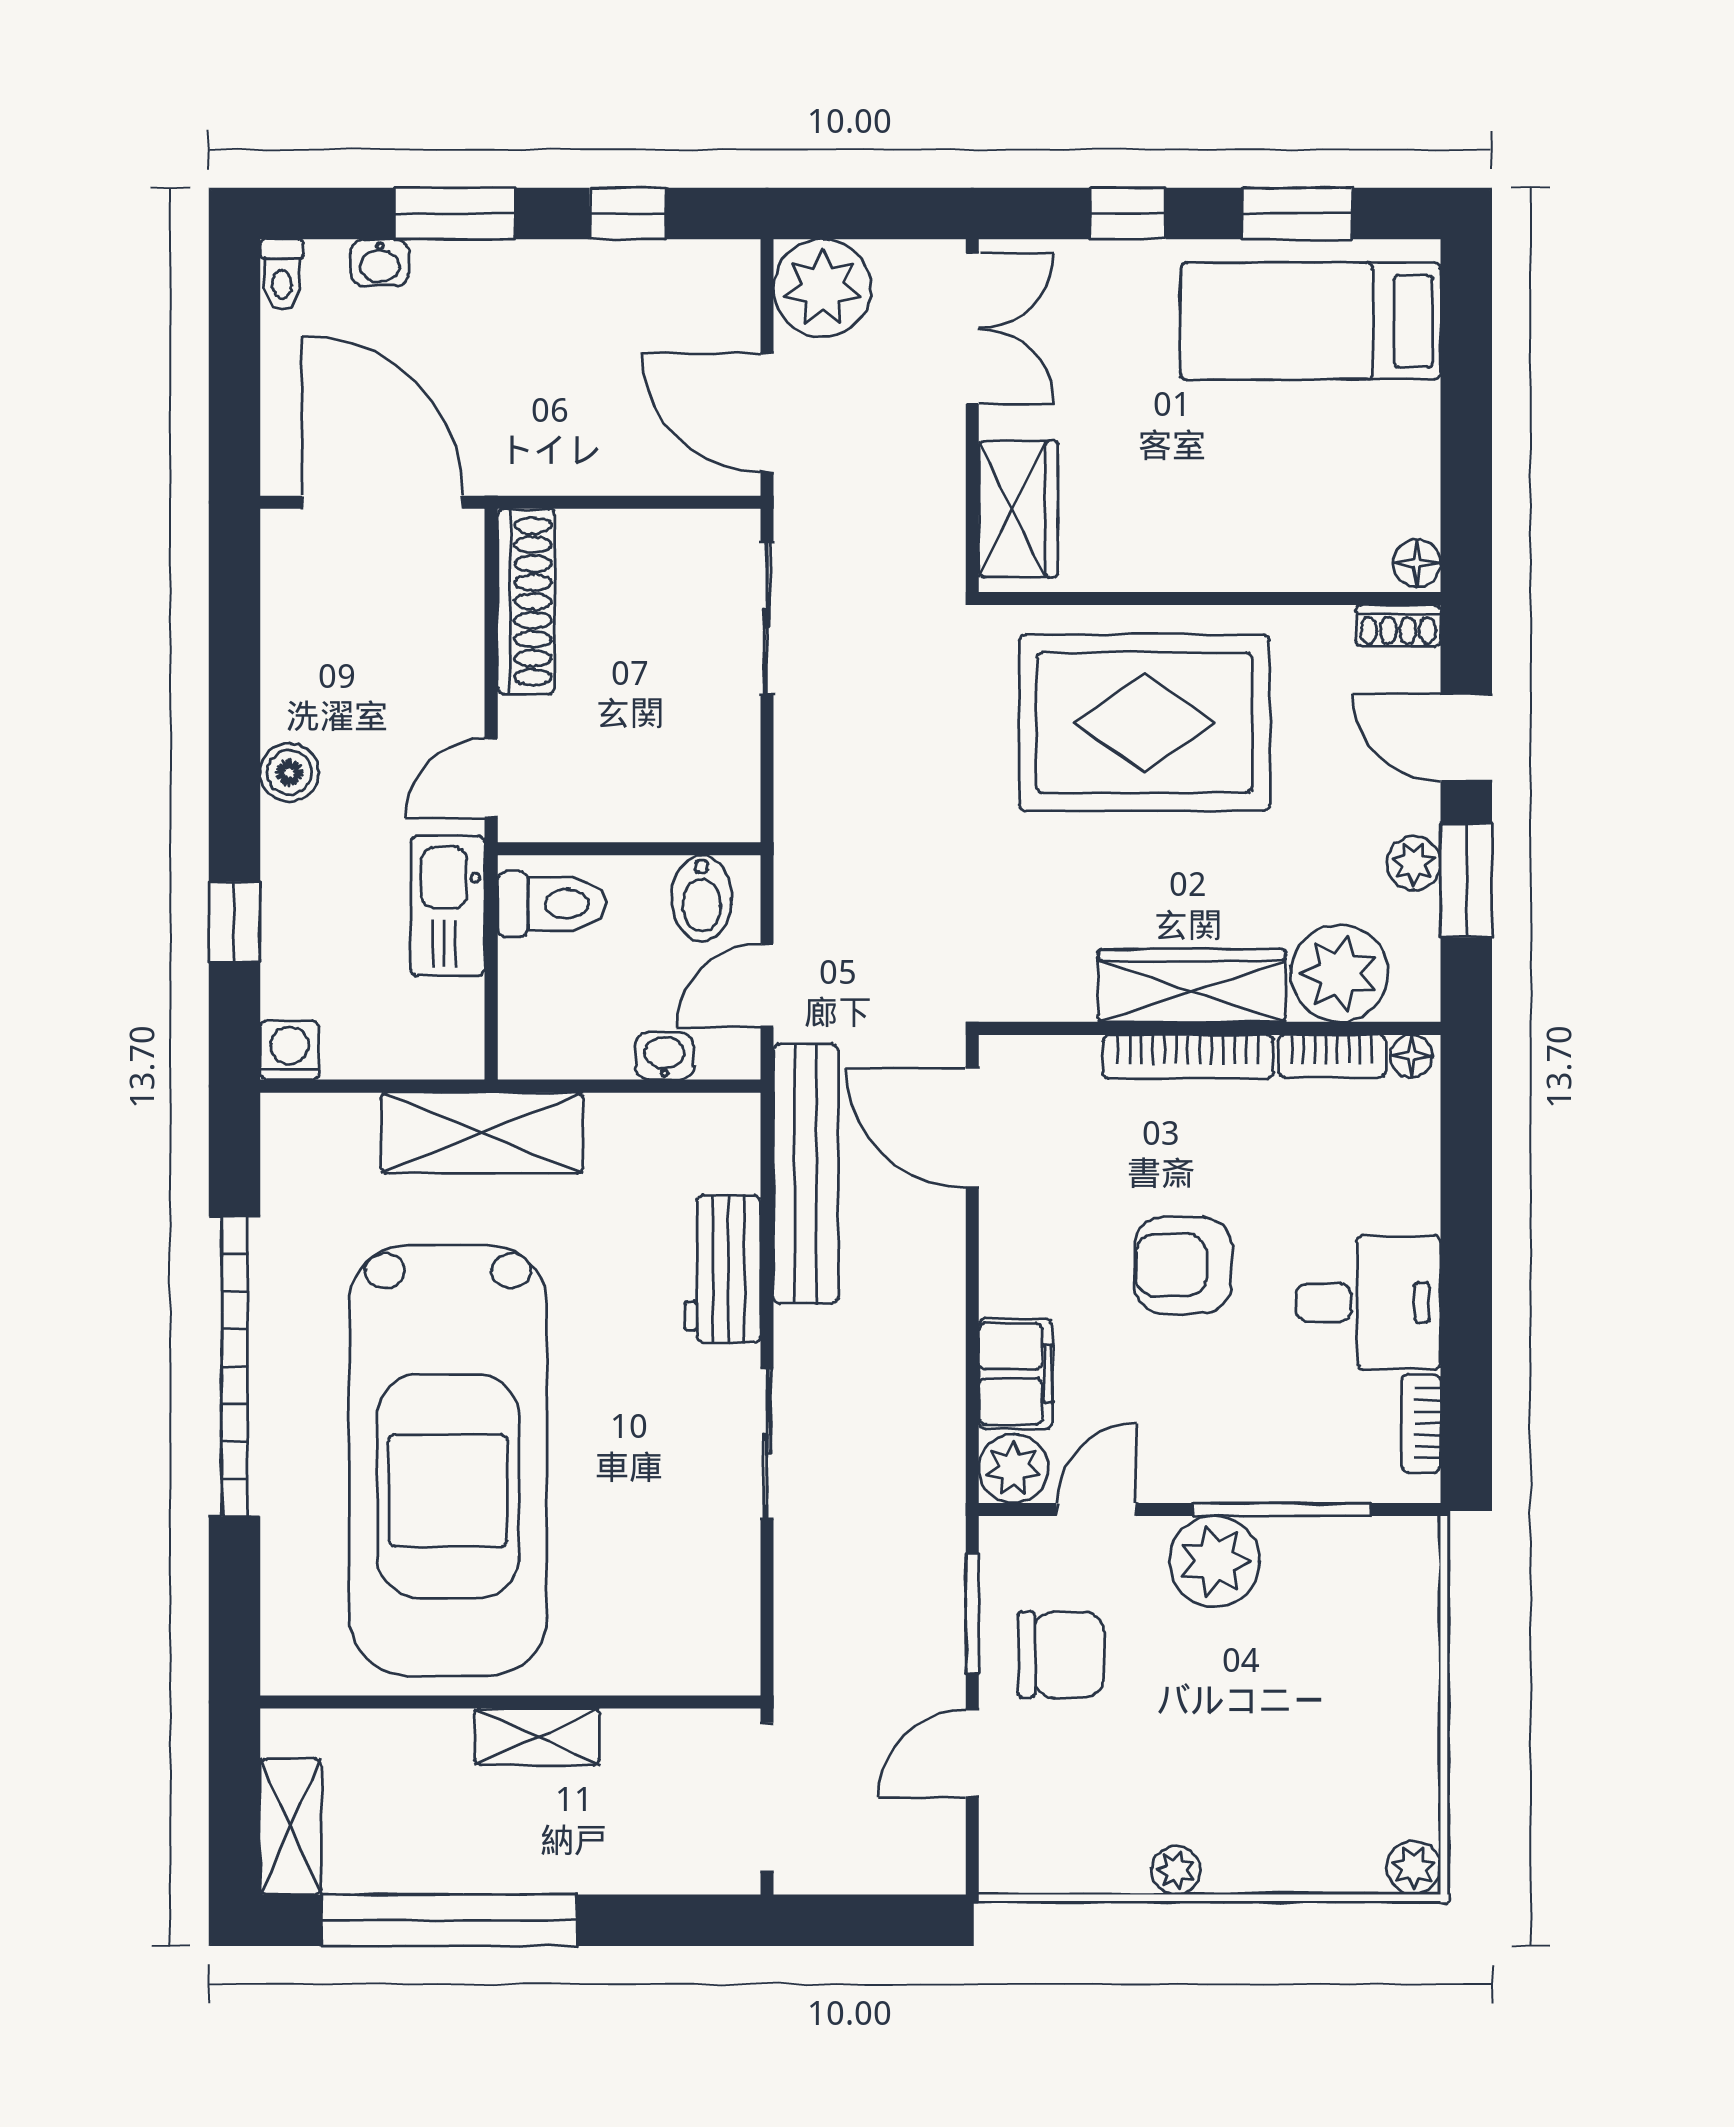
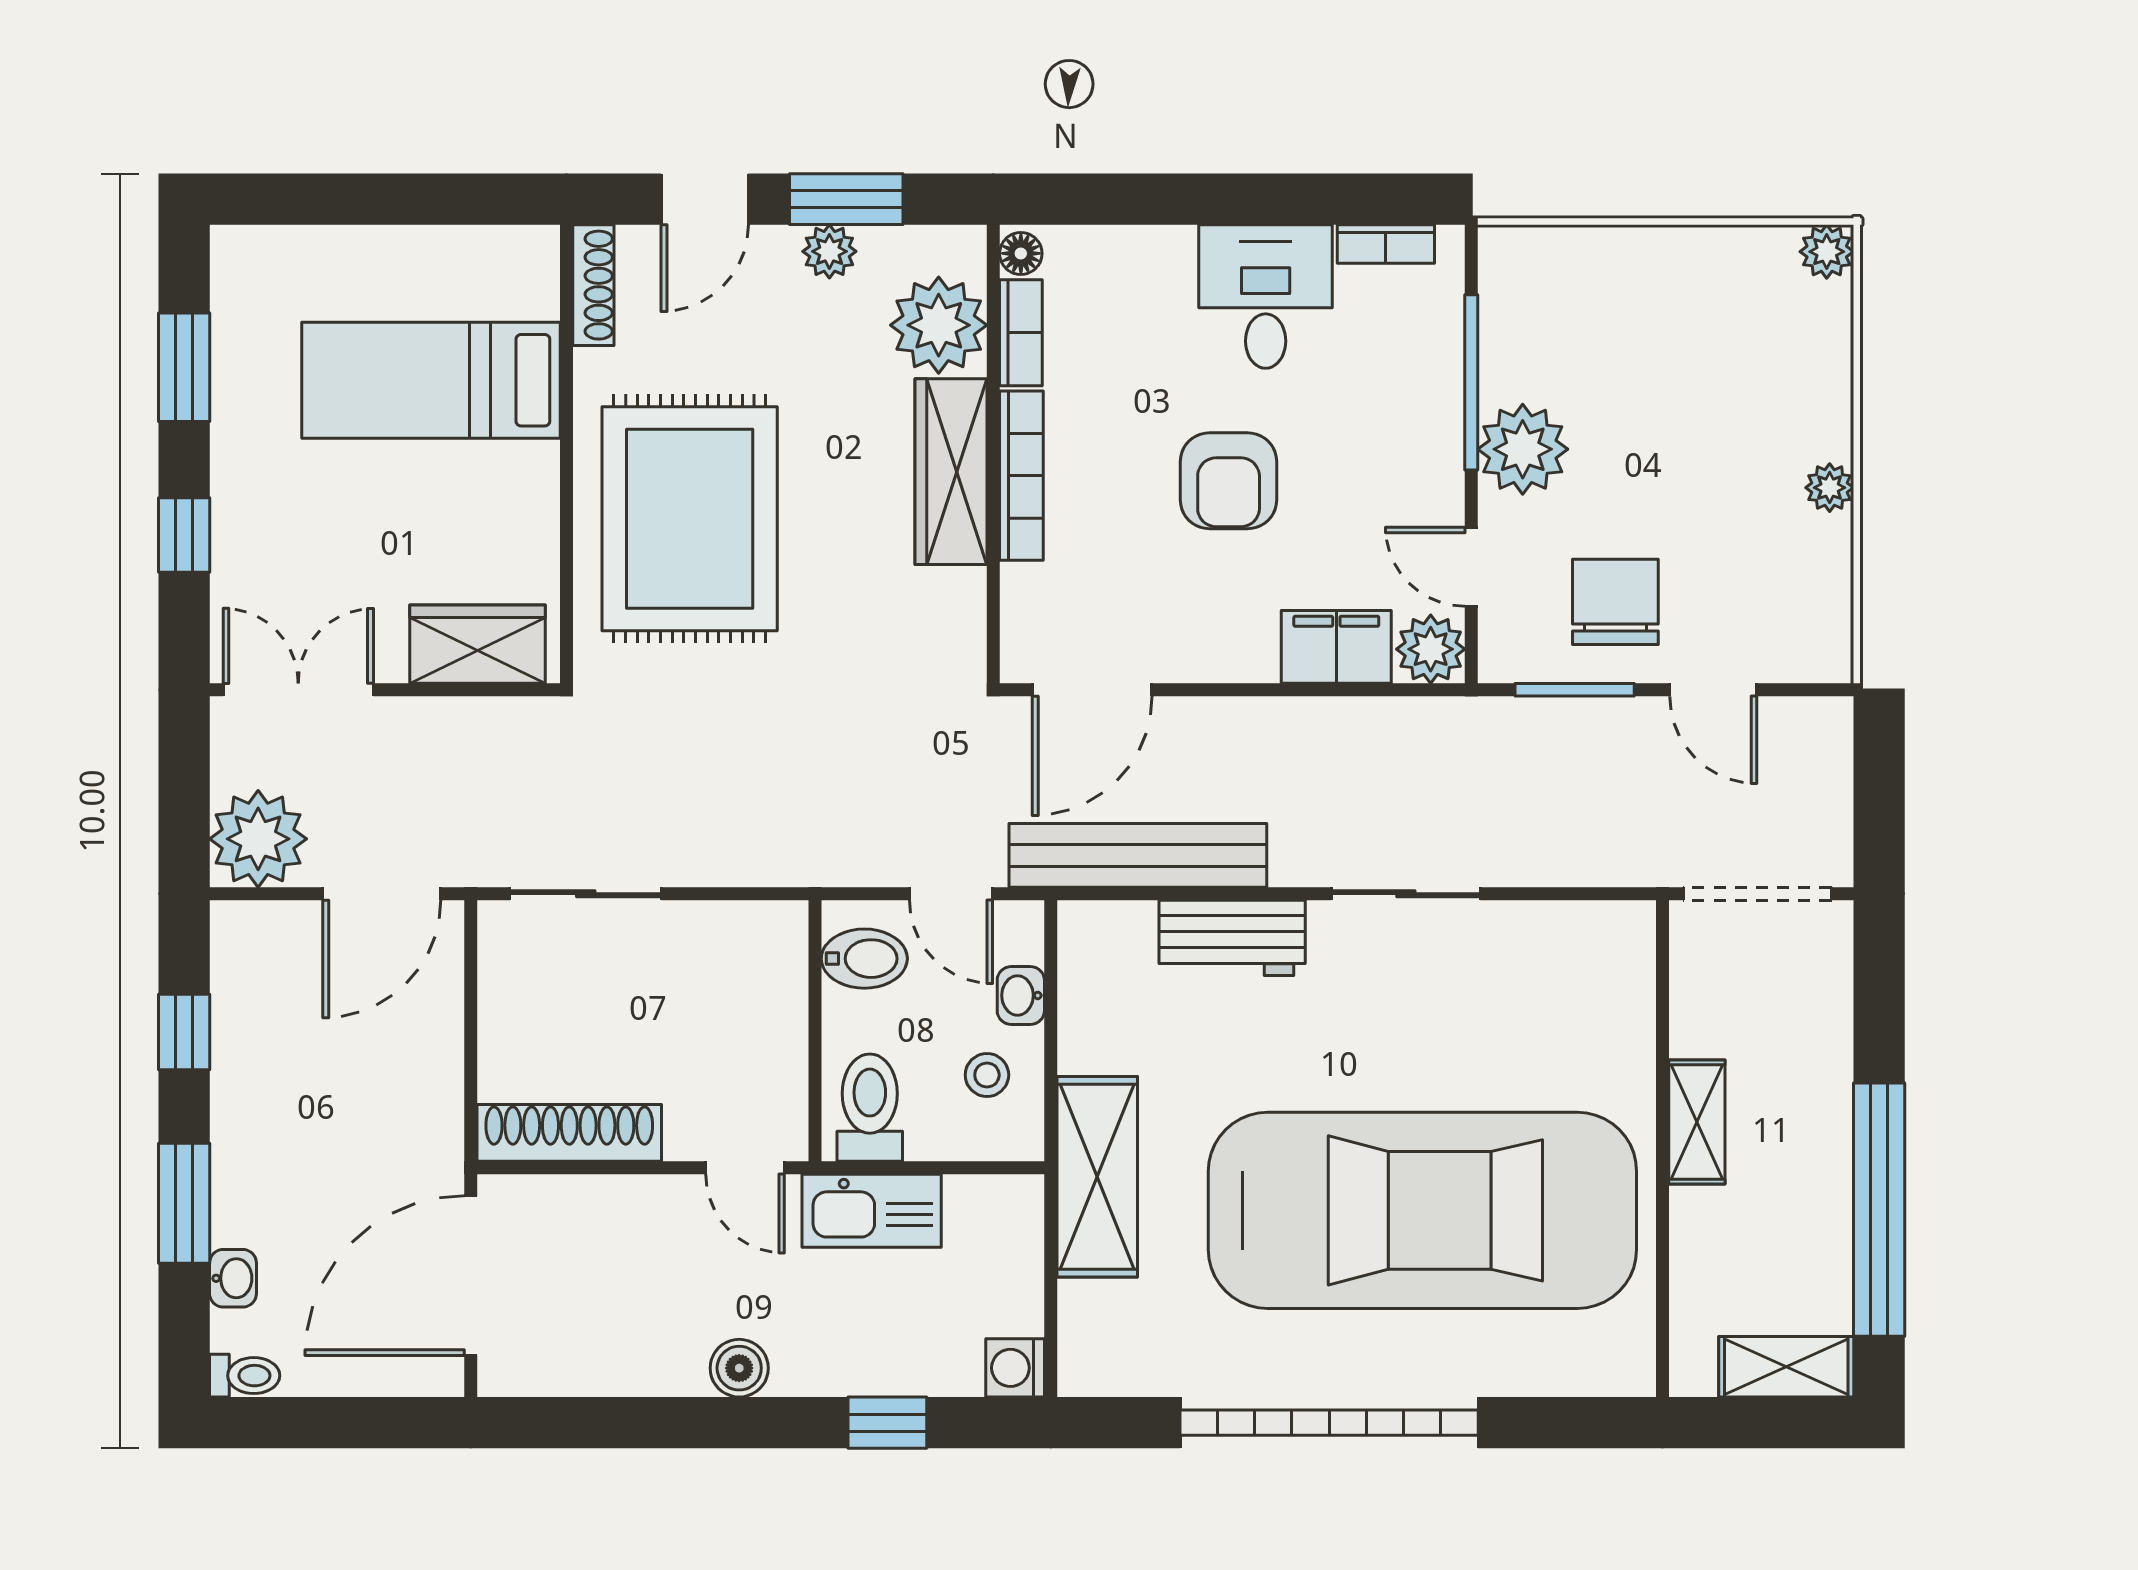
bed: (1311, 321) -> (431, 380), moved, turned 90
floor lamp: (1417, 563) -> (531, 248), removed
shoe rack: (1398, 626) -> (593, 285), width x1.43
stool: (584, 1022) -> (987, 1075), added

